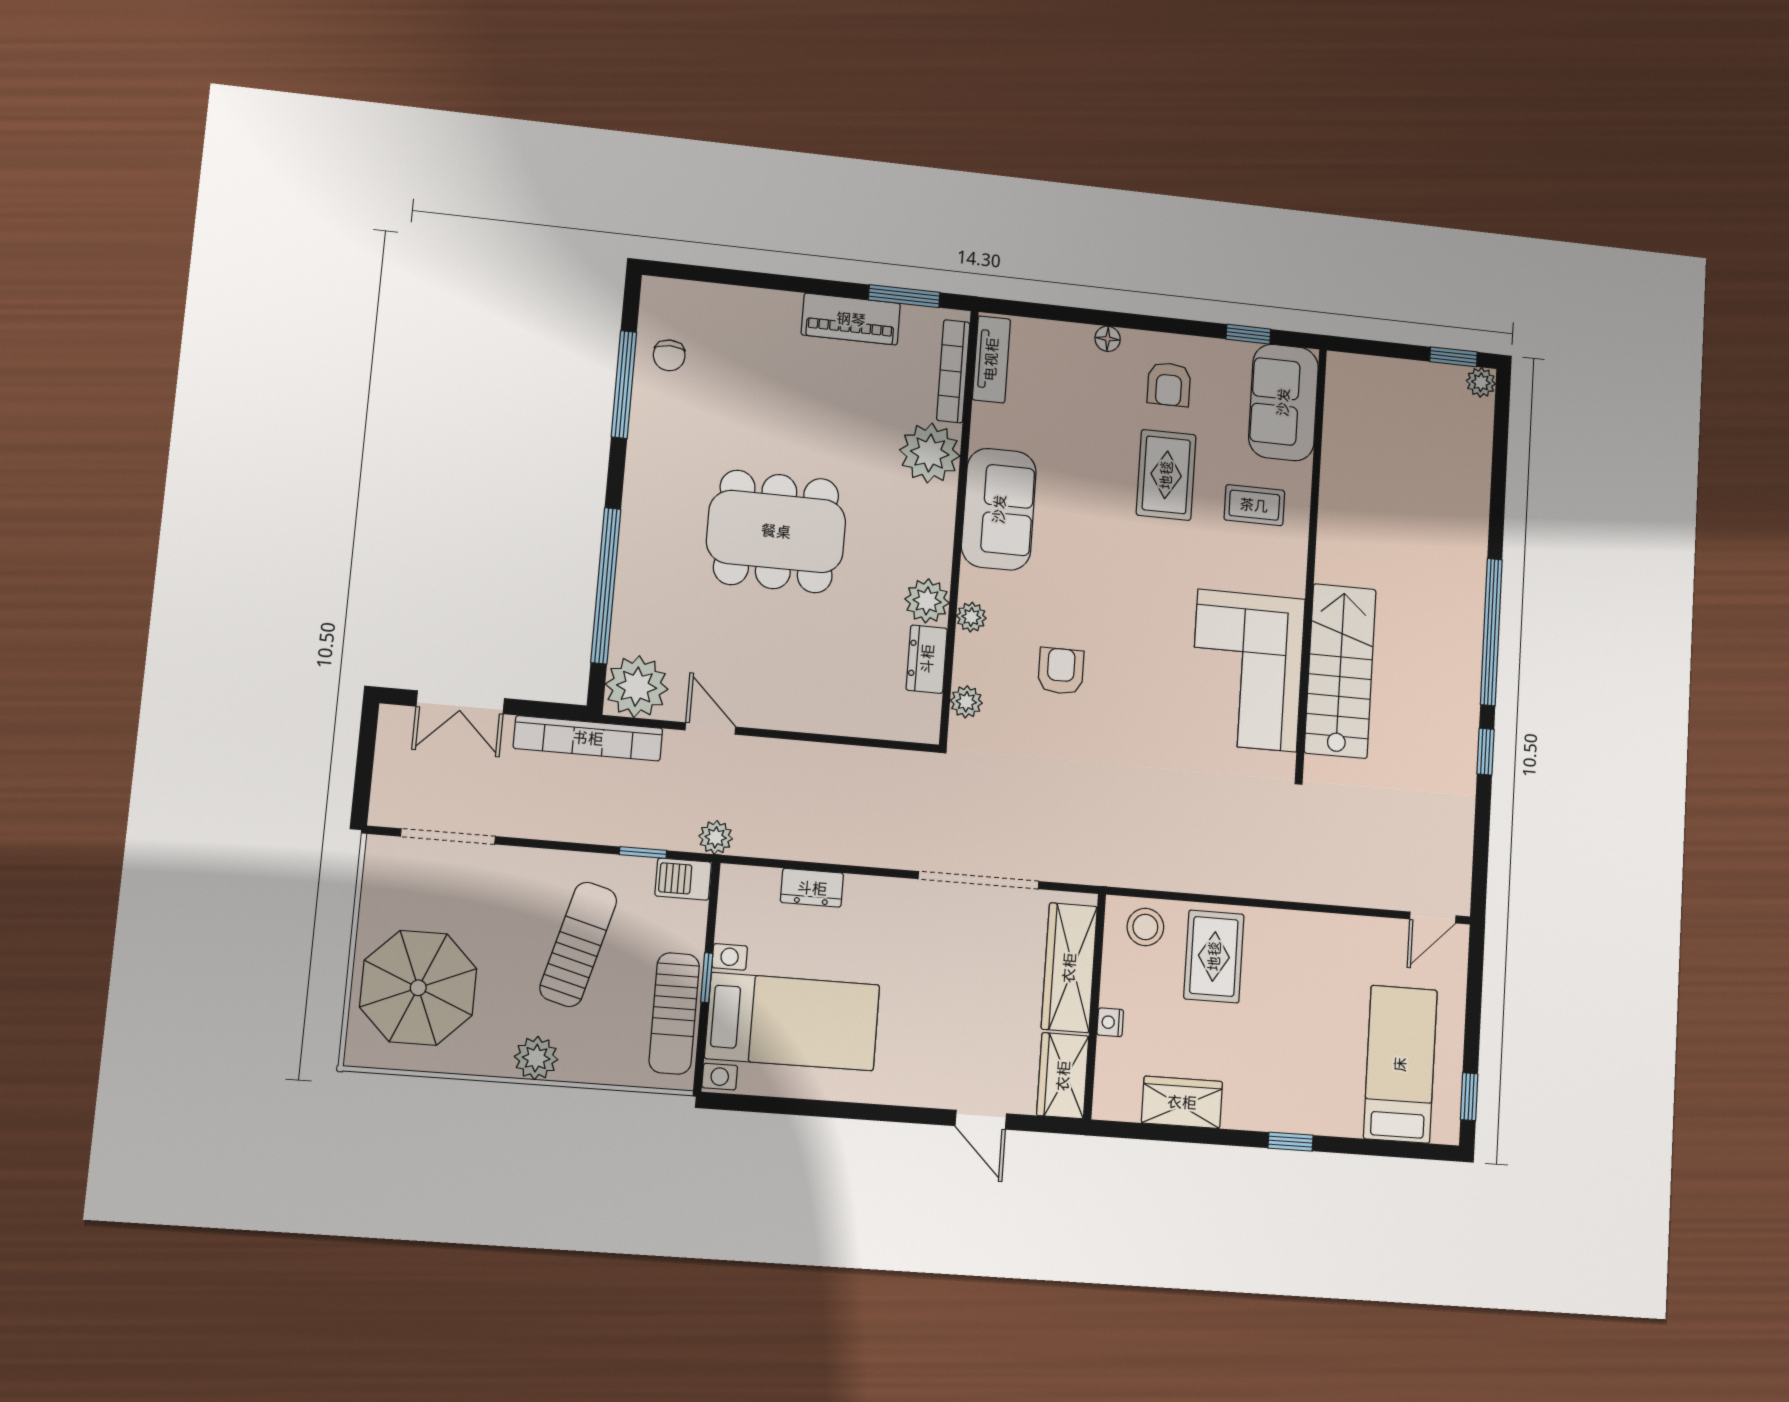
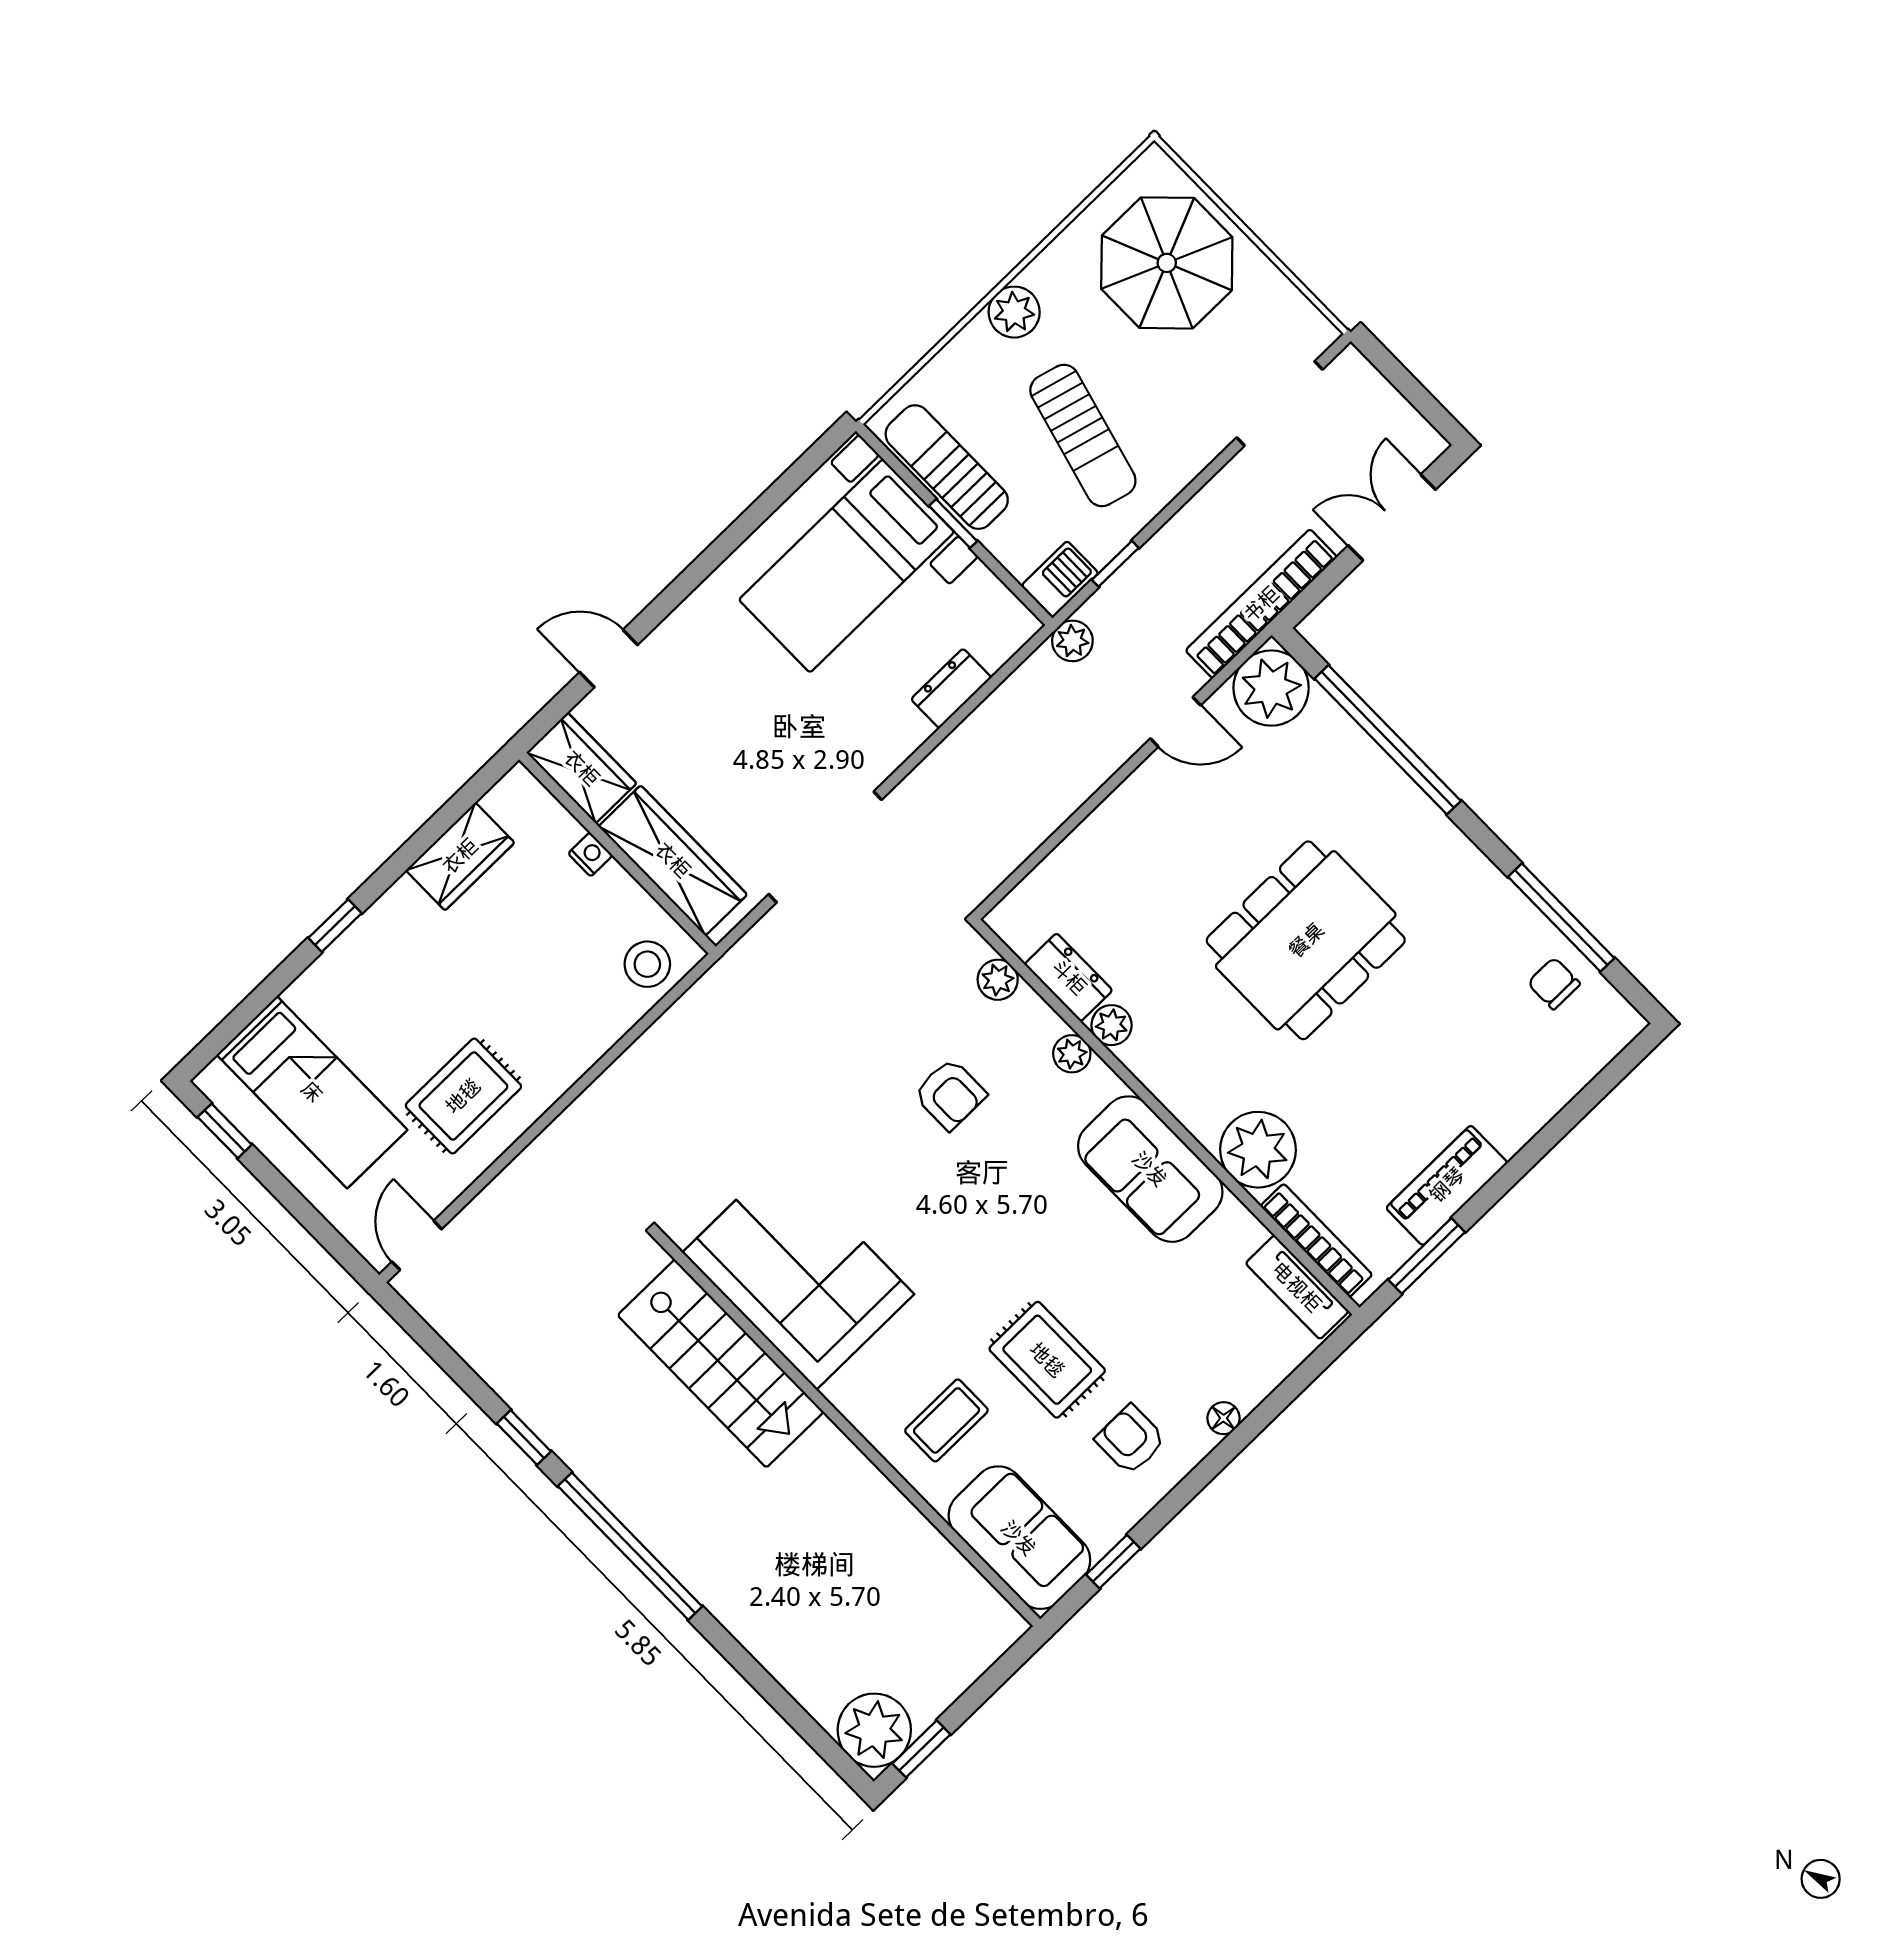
plant: (1481, 382) -> (874, 1730), width x1.88, depth x1.88
plant: (927, 601) -> (1112, 1025), width x0.73, depth x0.73
rug: (1214, 956) -> (463, 1096), moved, turned 90

